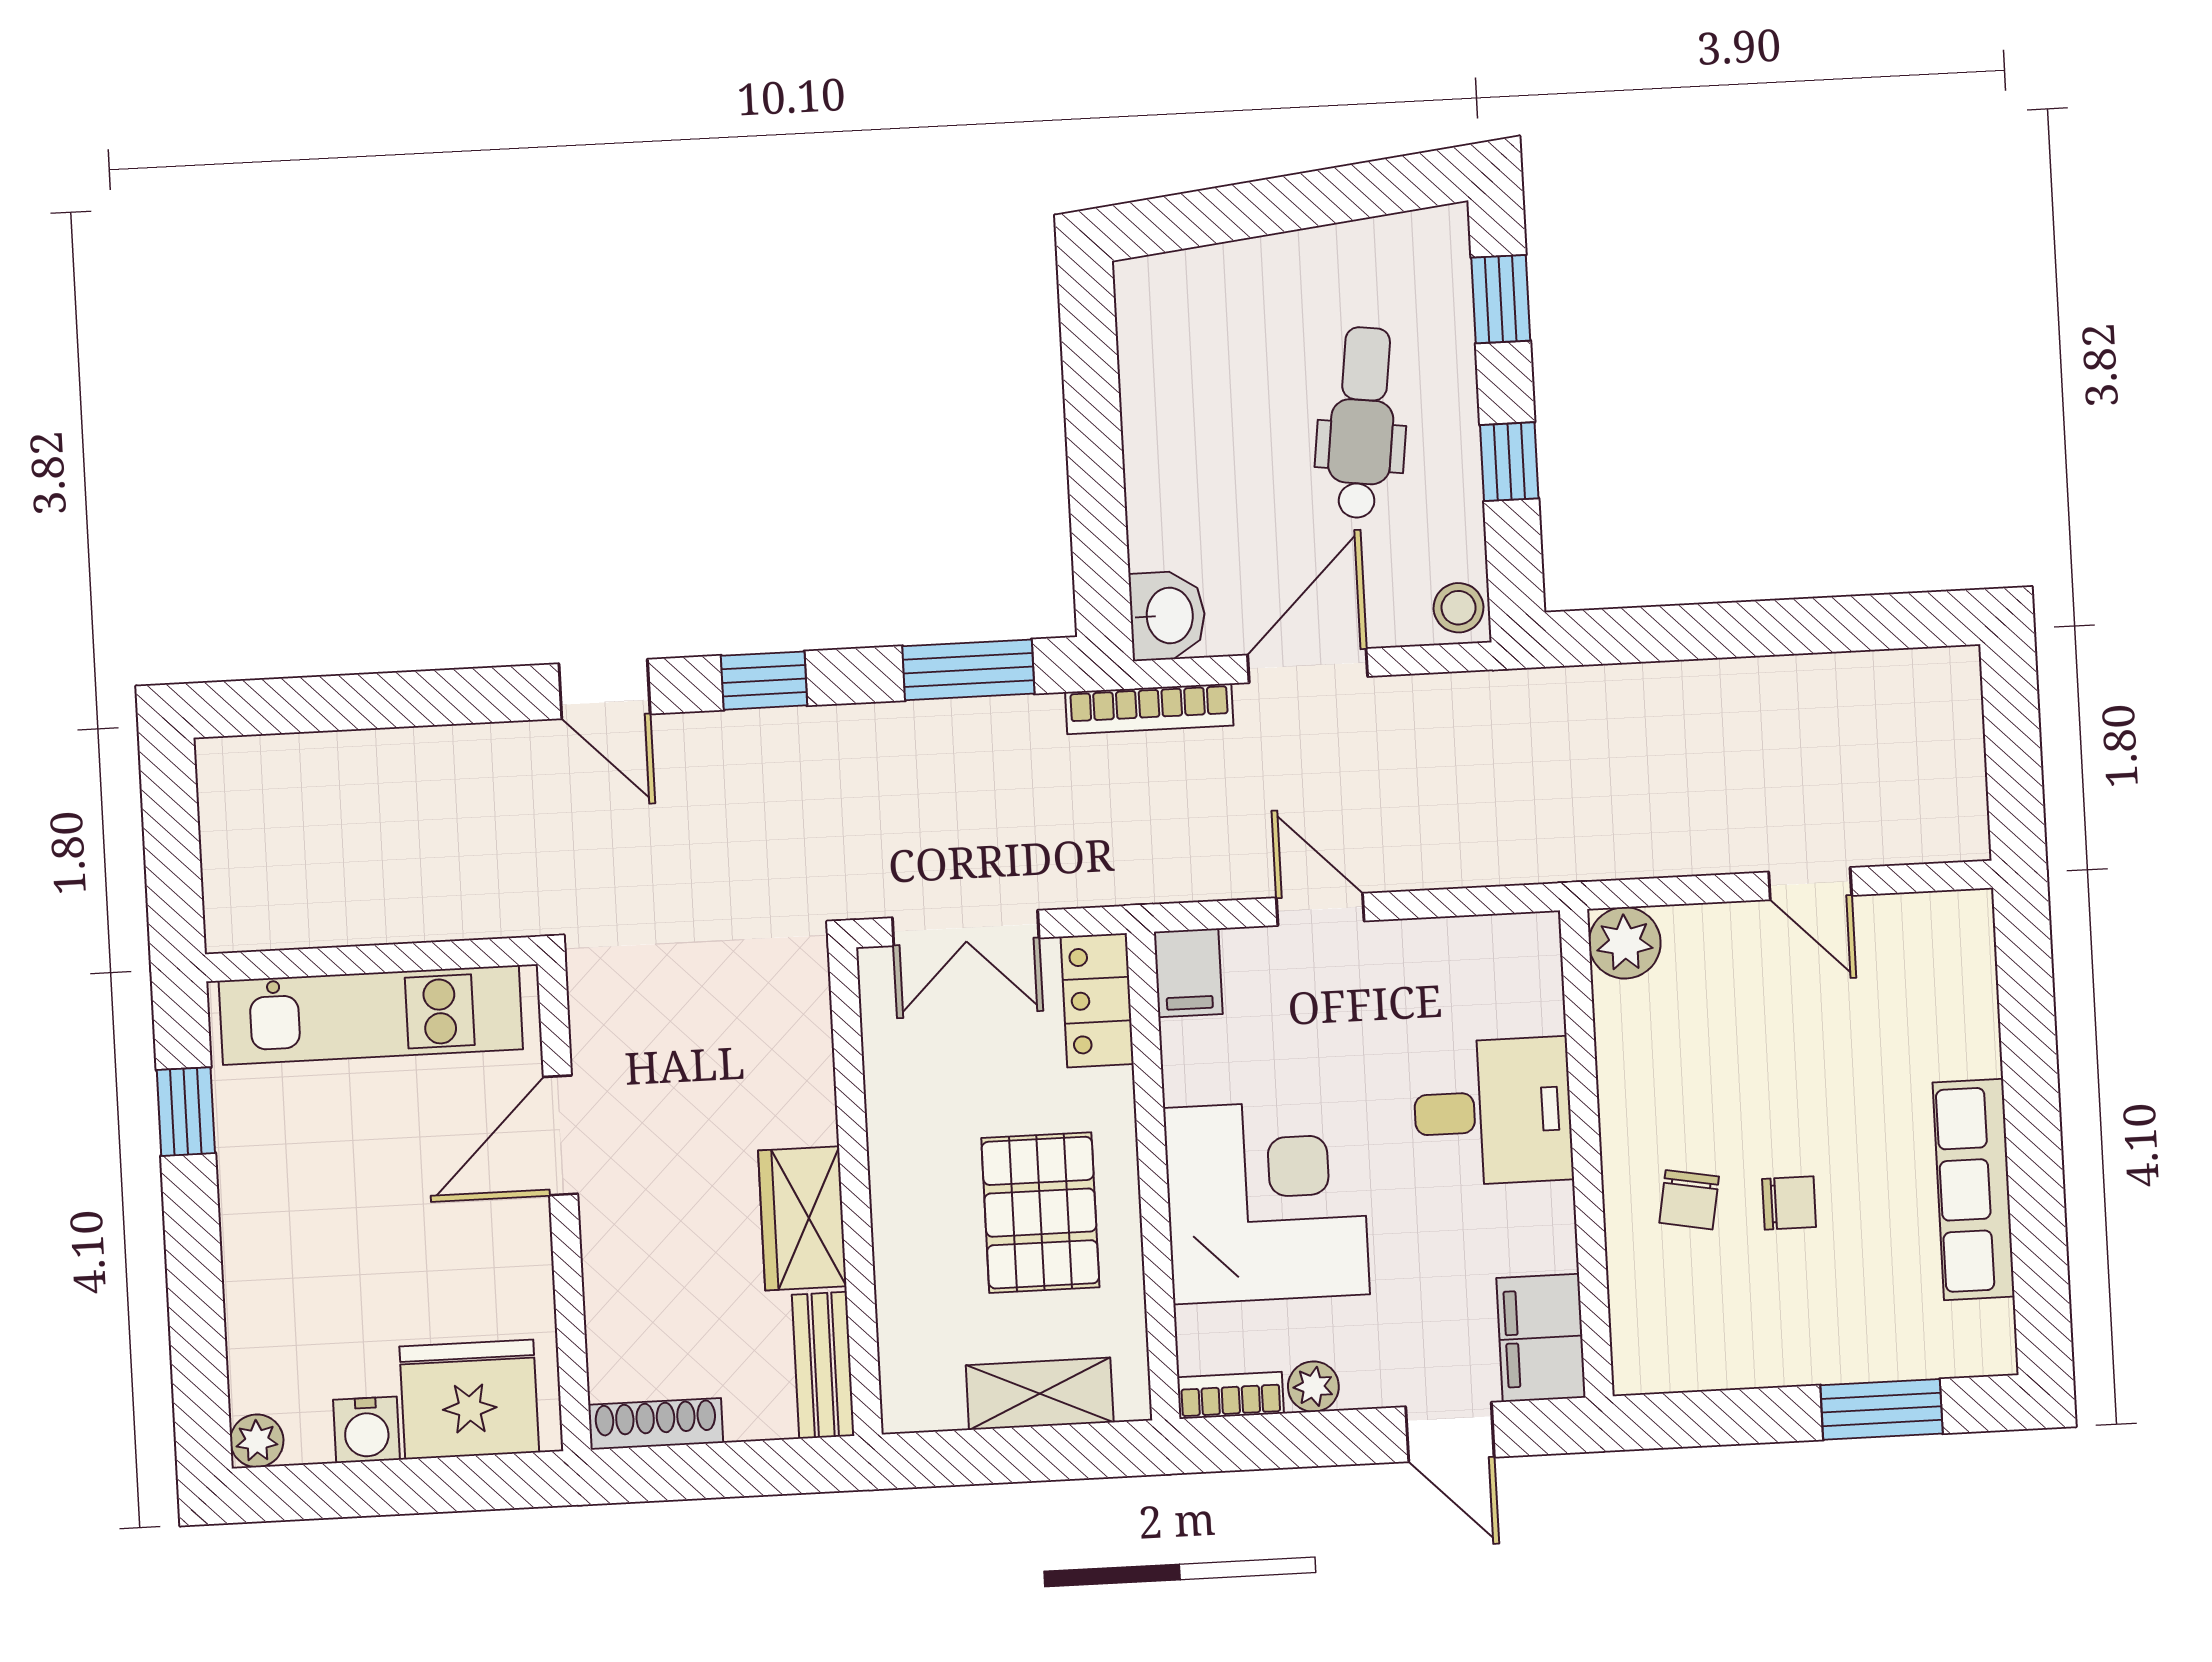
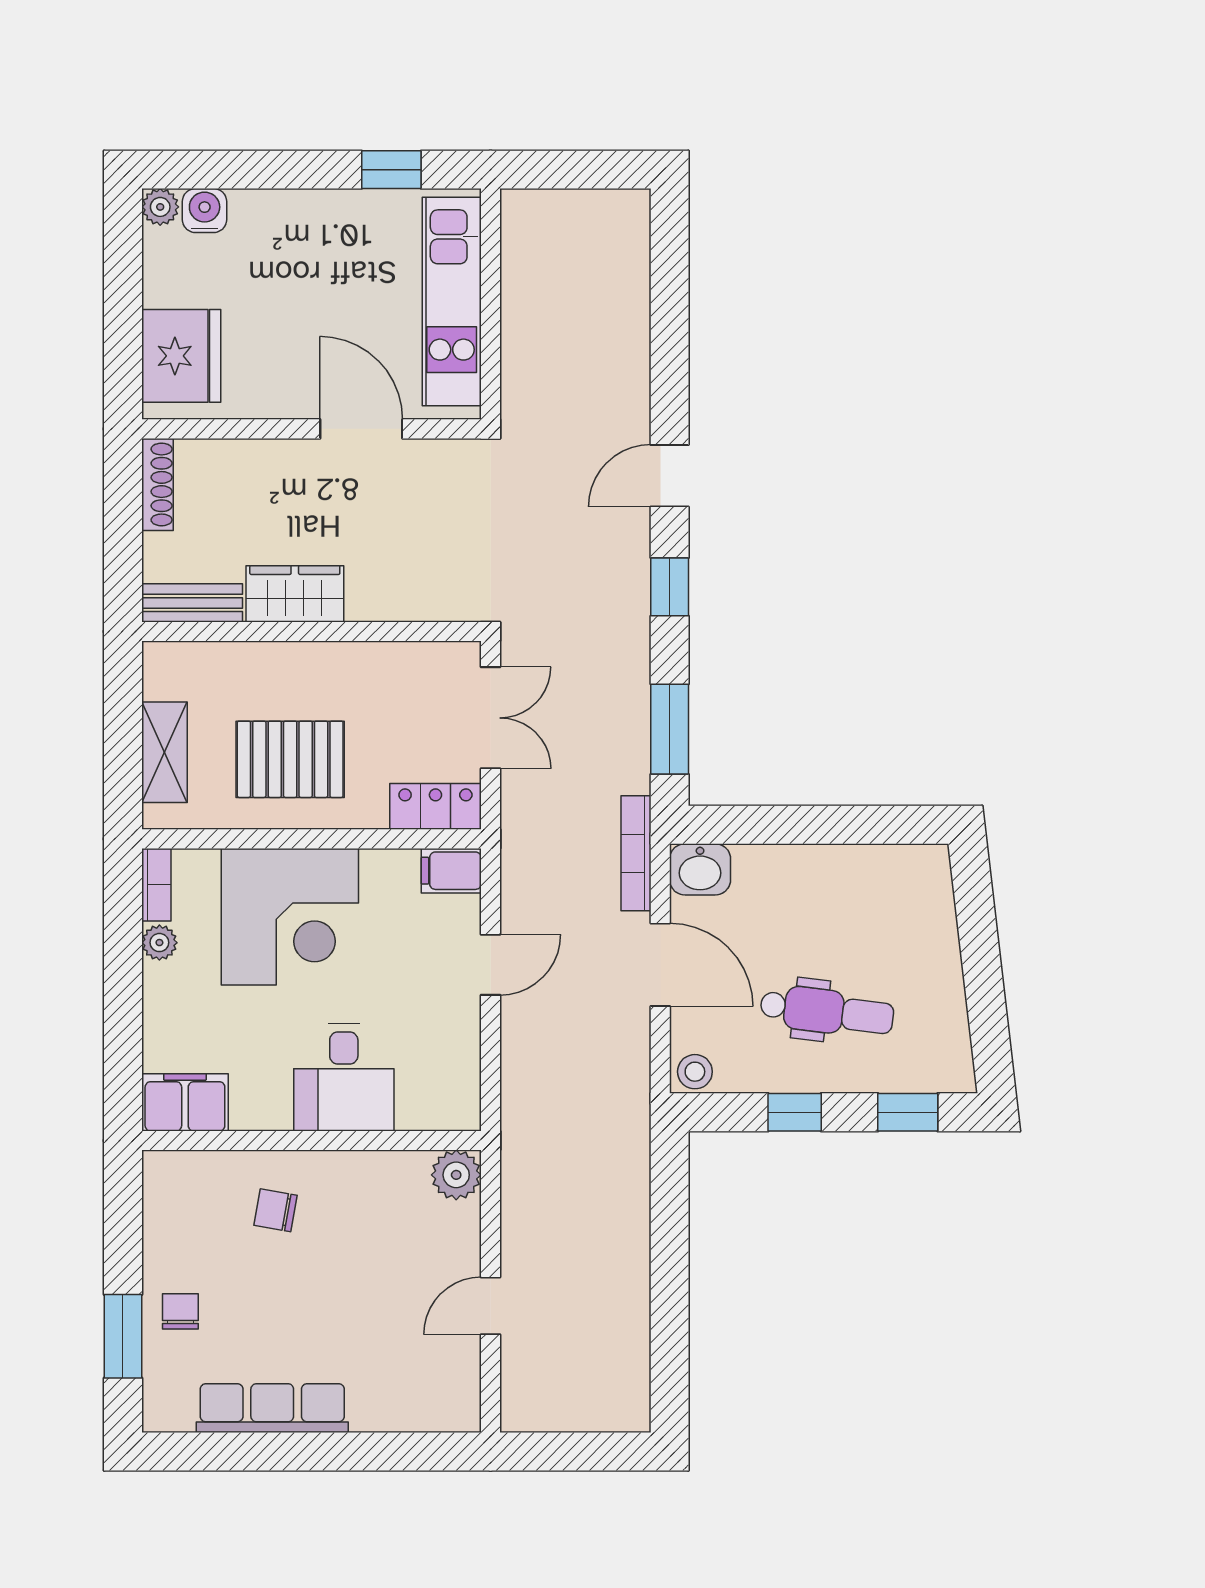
double door: (966, 928) -> (491, 718), swing flipped
chair: (1789, 1203) -> (180, 1311), moved, turned 180
water cooler: (367, 1430) -> (205, 211), moved, turned 90
door: (1450, 1432) -> (123, 1036), removed

